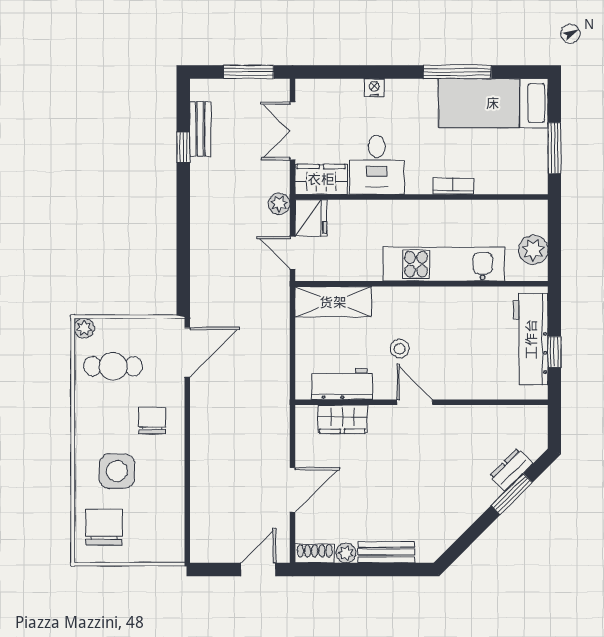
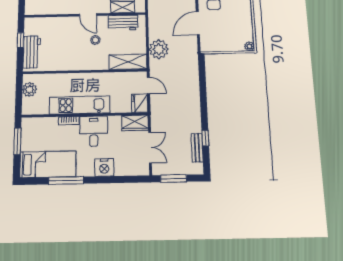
nightstand: (374, 88) -> (104, 167), width x1.89, depth x1.79
desk: (377, 165) -> (94, 131), moved
plant: (279, 204) -> (159, 49), moved, width x1.87, depth x1.87
kitchen unit: (444, 264) -> (80, 105), moved, turned 180
workbench: (531, 339) -> (32, 52), width x0.73
door: (187, 352) -> (198, 23), moved
cafe table: (113, 366) -> (234, 29), removed

